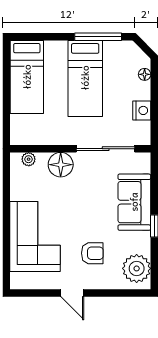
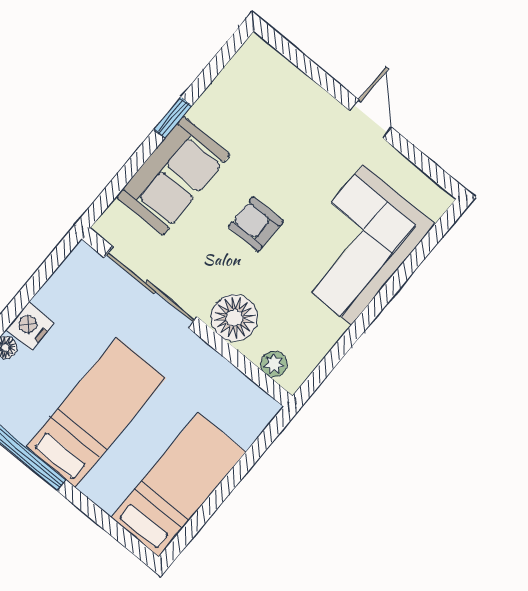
nightstand: (142, 110) -> (30, 326), moved
armchair: (92, 253) -> (256, 224), moved
plant: (137, 268) -> (249, 77), removed

